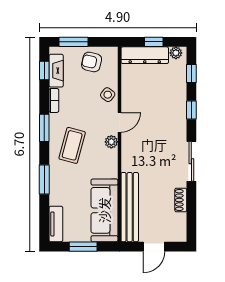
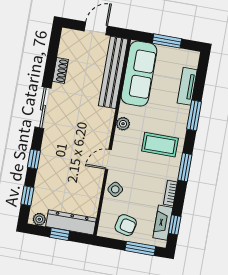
plant: (111, 142) -> (123, 124), moved
coffee table: (72, 145) -> (160, 145), turned 75
tv unit: (56, 224) -> (187, 86), moved

